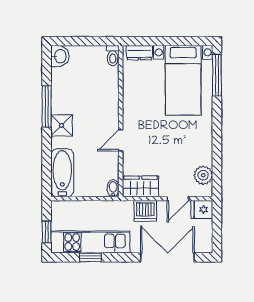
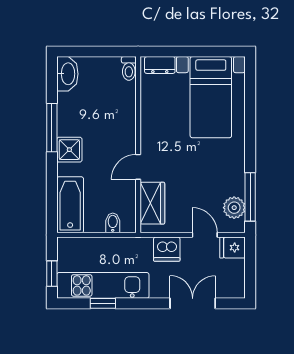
washbasin: (60, 56) -> (67, 74), width x1.38
window: (217, 75) -> (250, 197), moved
wardrobe: (140, 186) -> (152, 203), moved, turned 90
bidet: (113, 188) -> (113, 223), moved
door: (178, 199) -> (205, 235), swing flipped
double door: (167, 257) -> (193, 303), width x0.73

